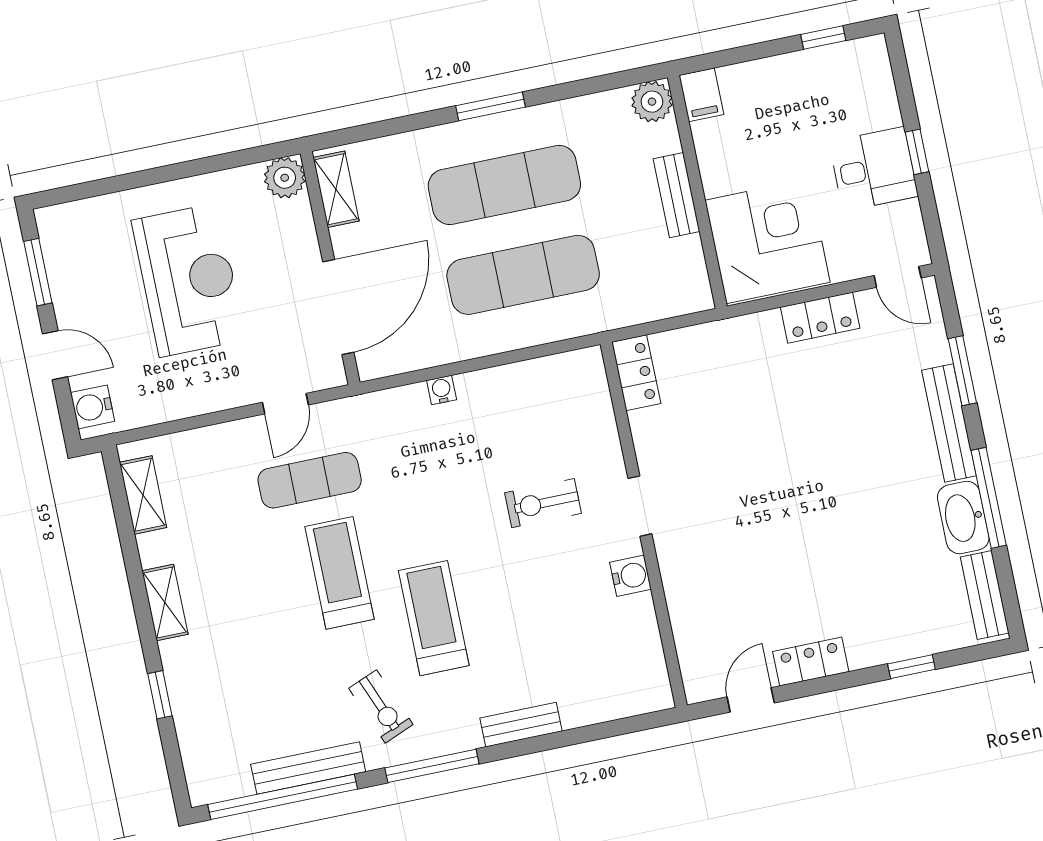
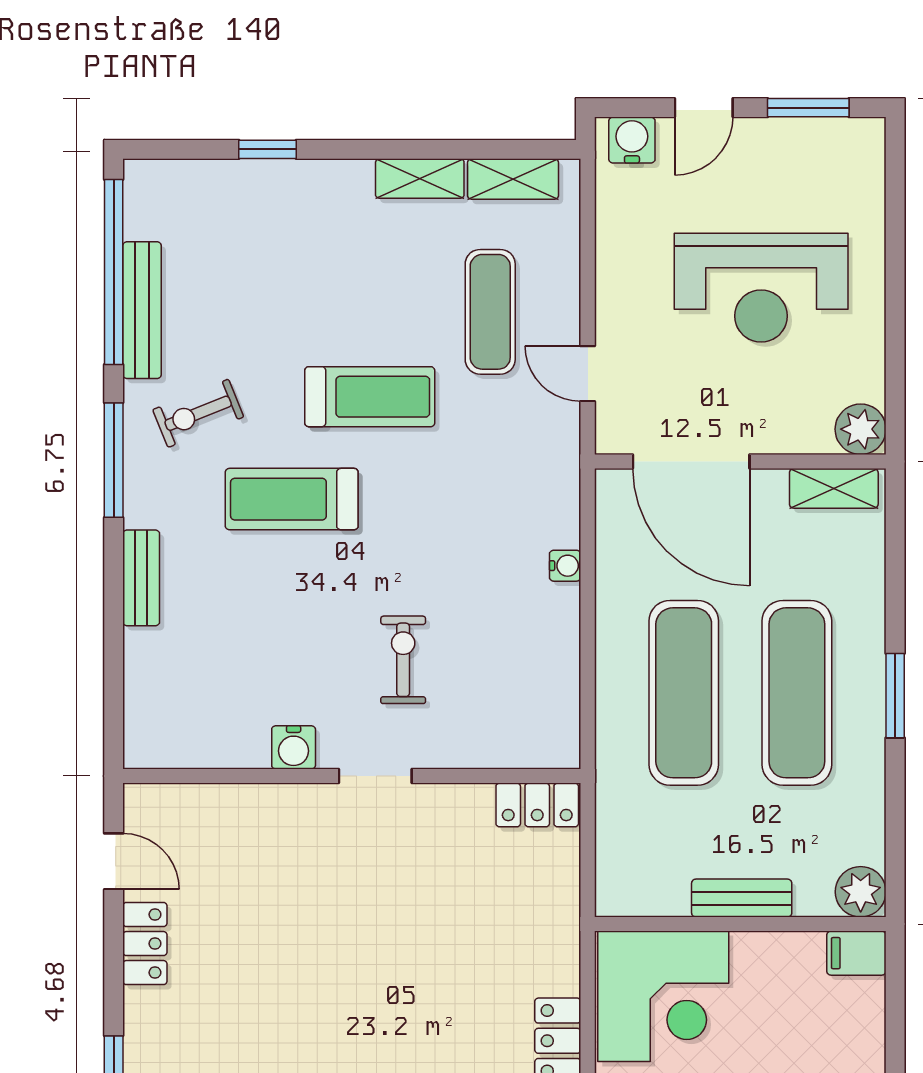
exercise mat: (310, 480) -> (490, 312), moved
shelving: (165, 602) -> (420, 179), moved
treadmill: (434, 618) -> (292, 499), turned 180

